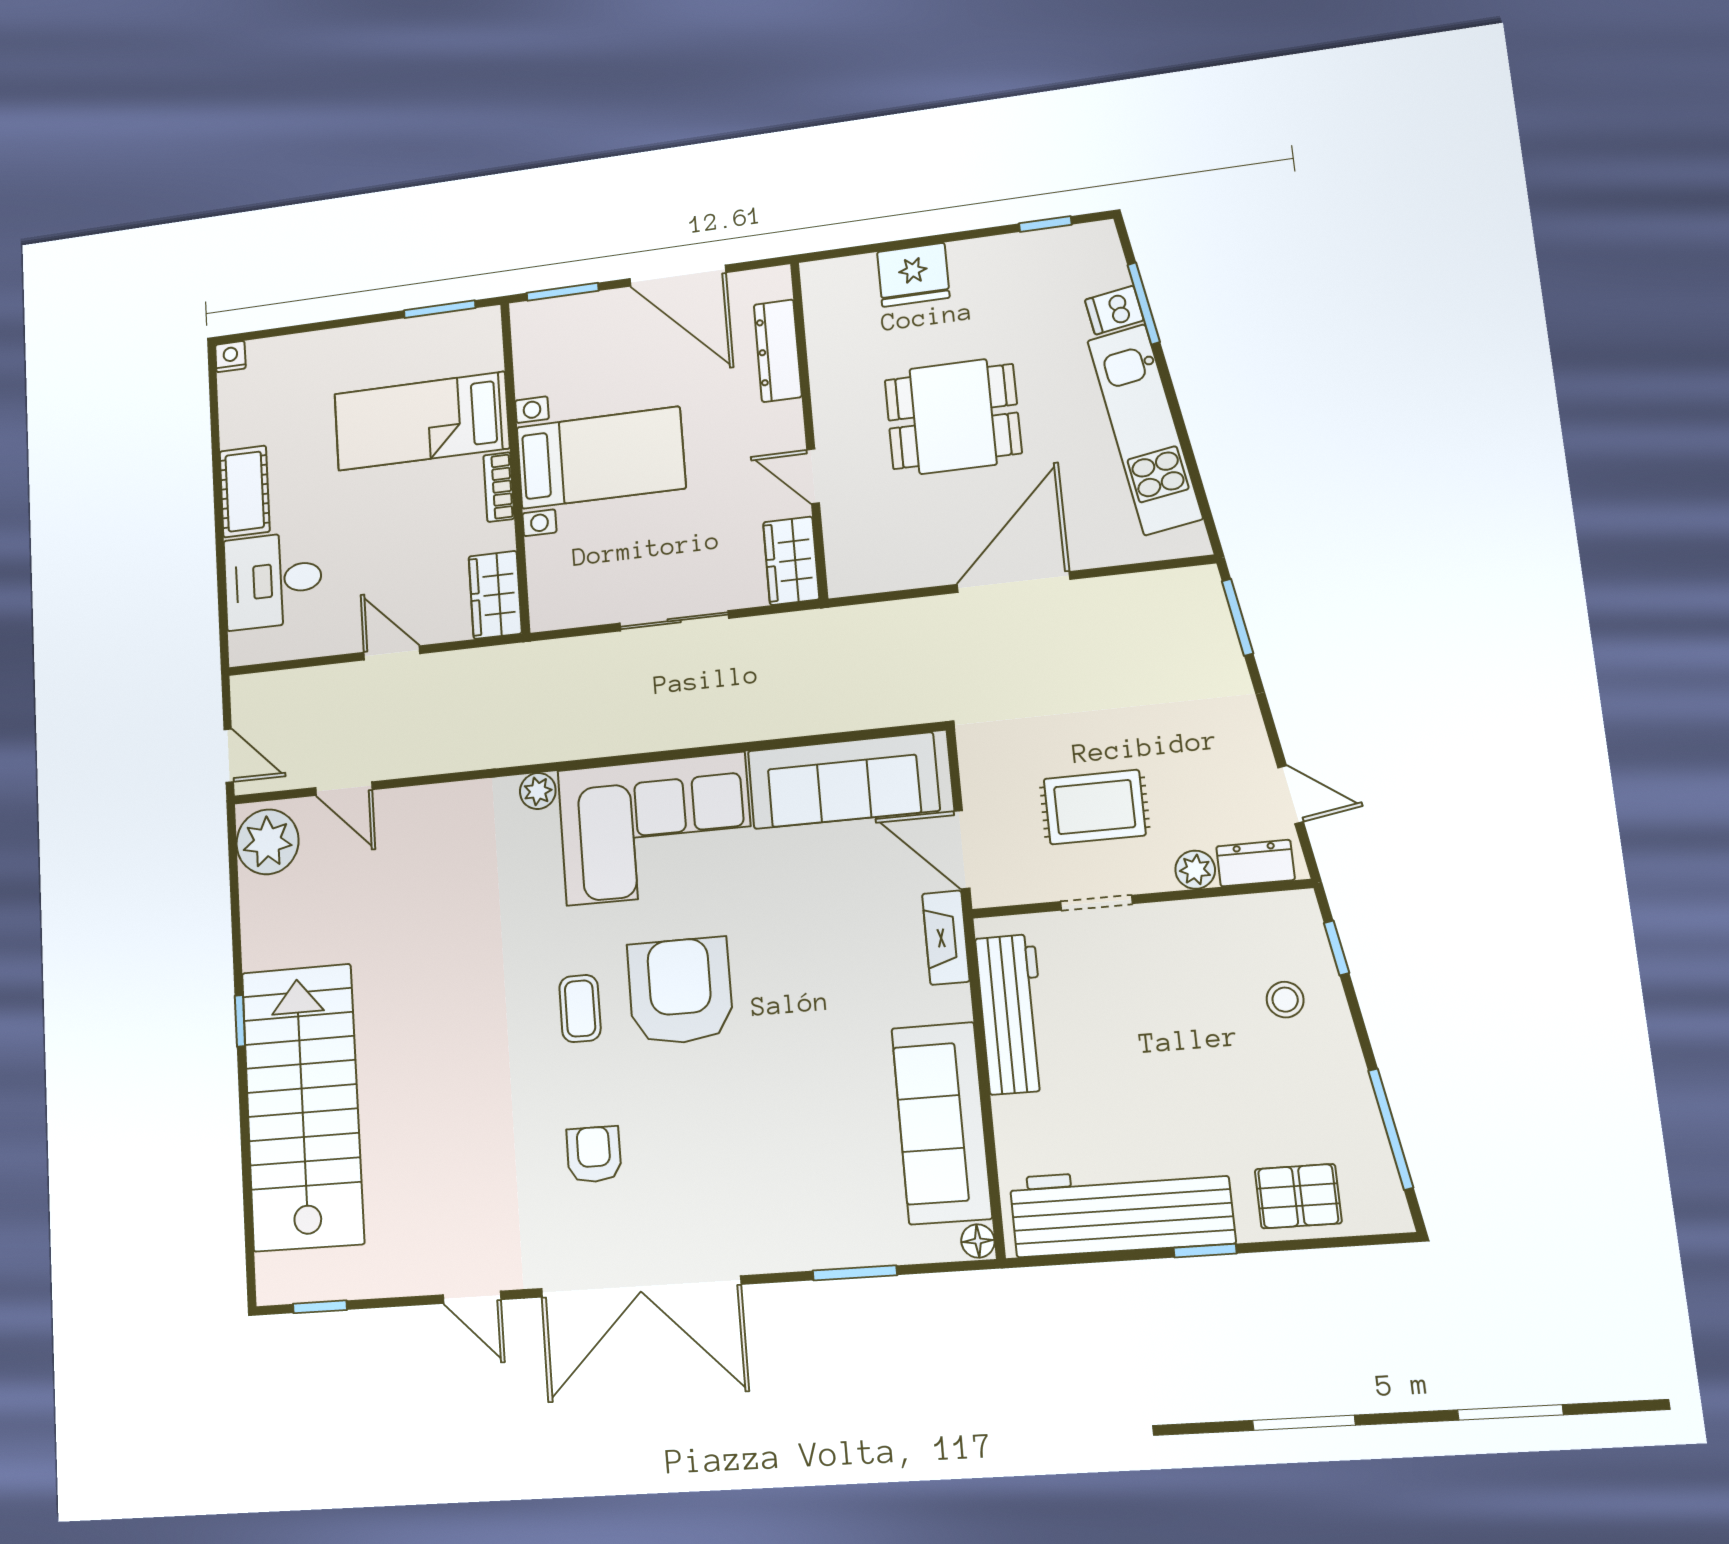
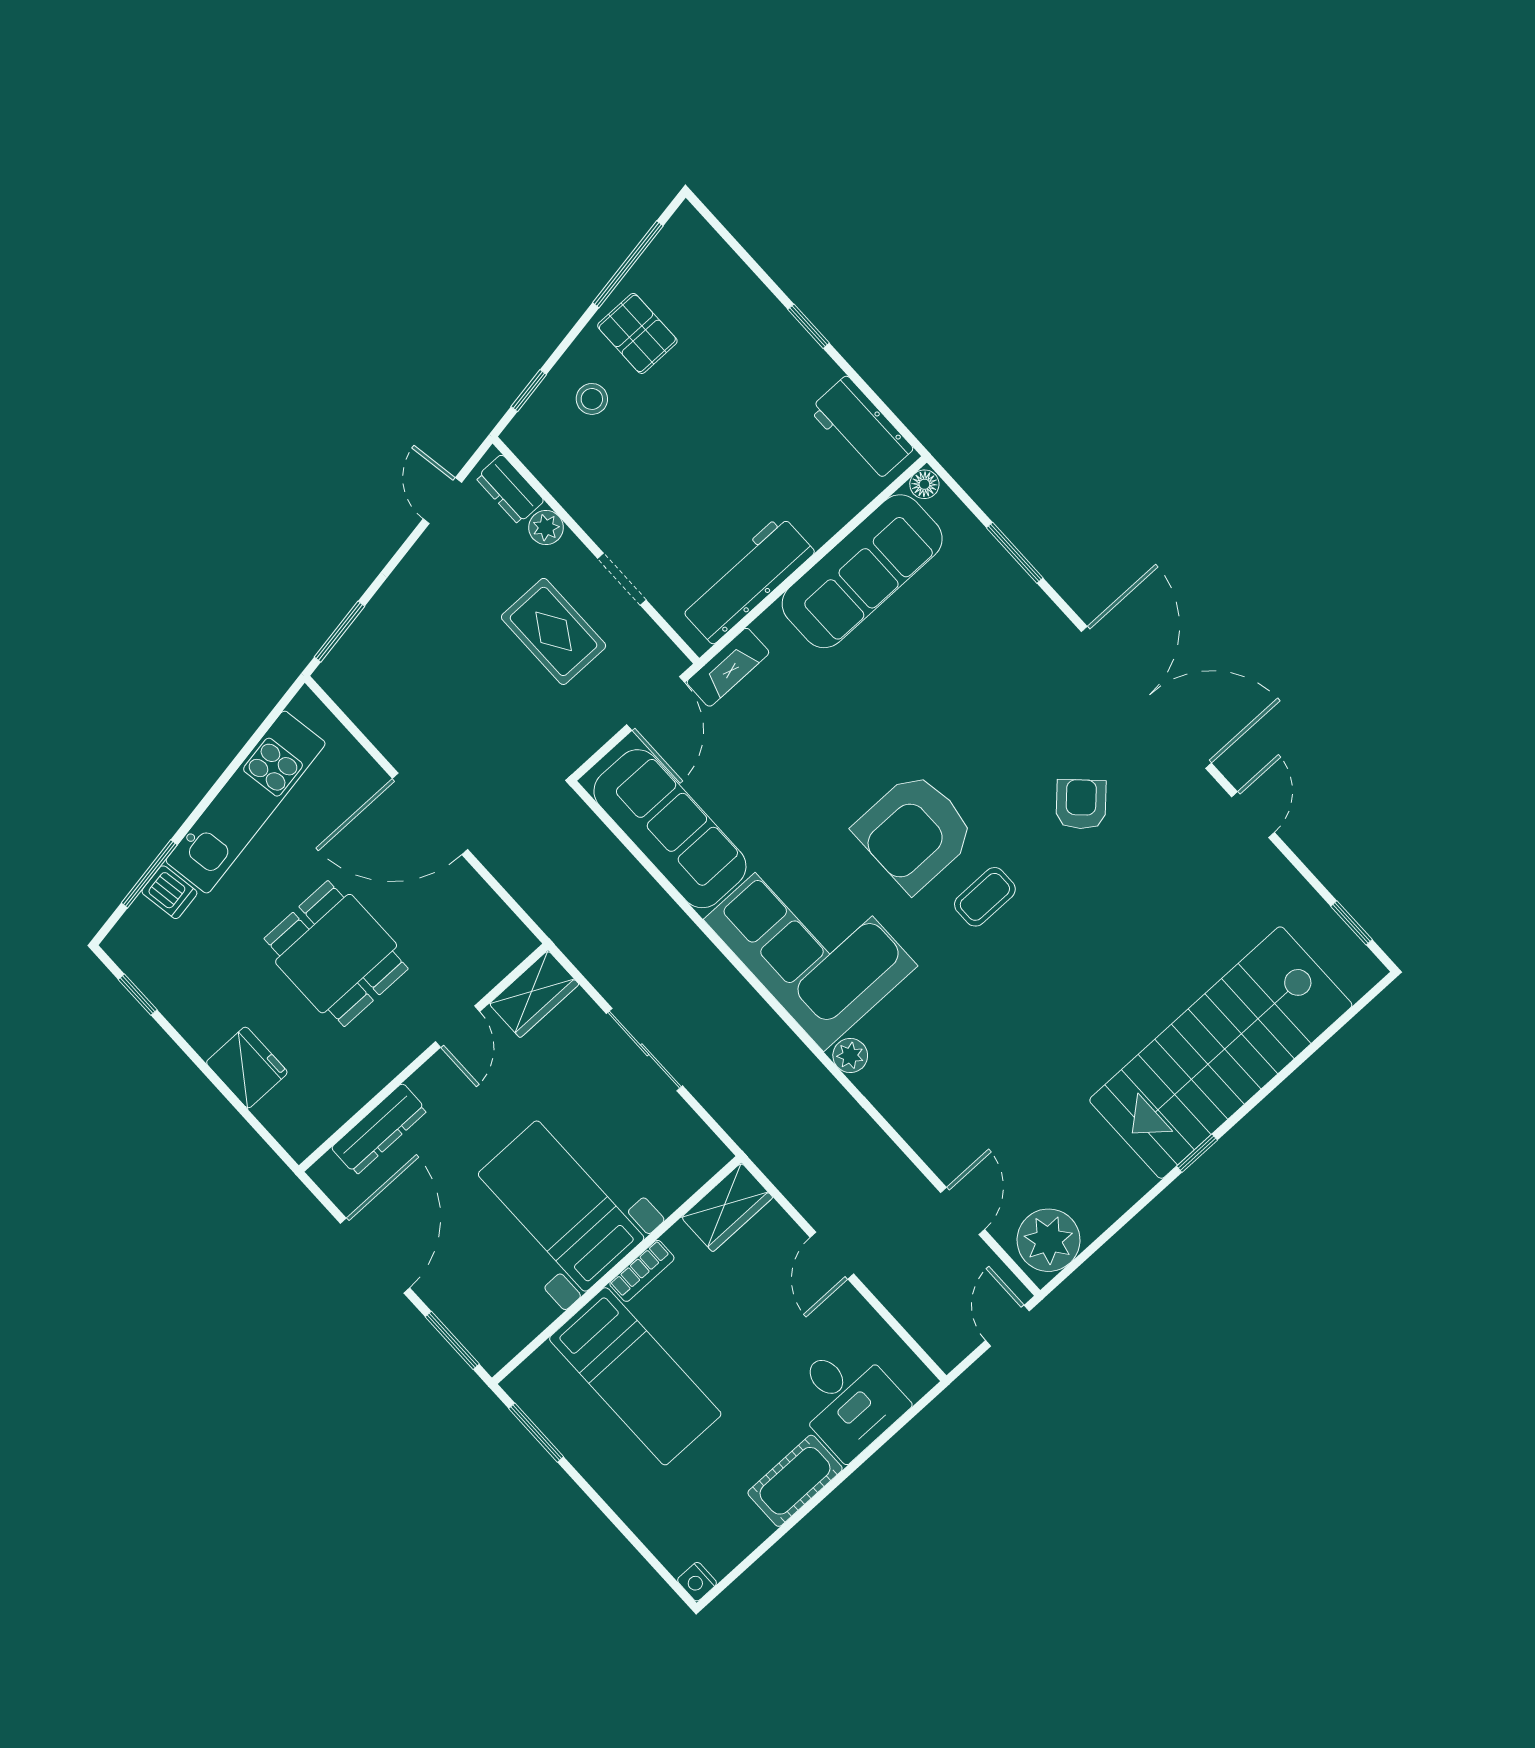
armchair: (594, 1154) -> (1081, 804), turned 134
pallet: (1298, 1196) -> (637, 333), moved
workbench: (1122, 1210) -> (861, 429), width x0.53, depth x0.76

